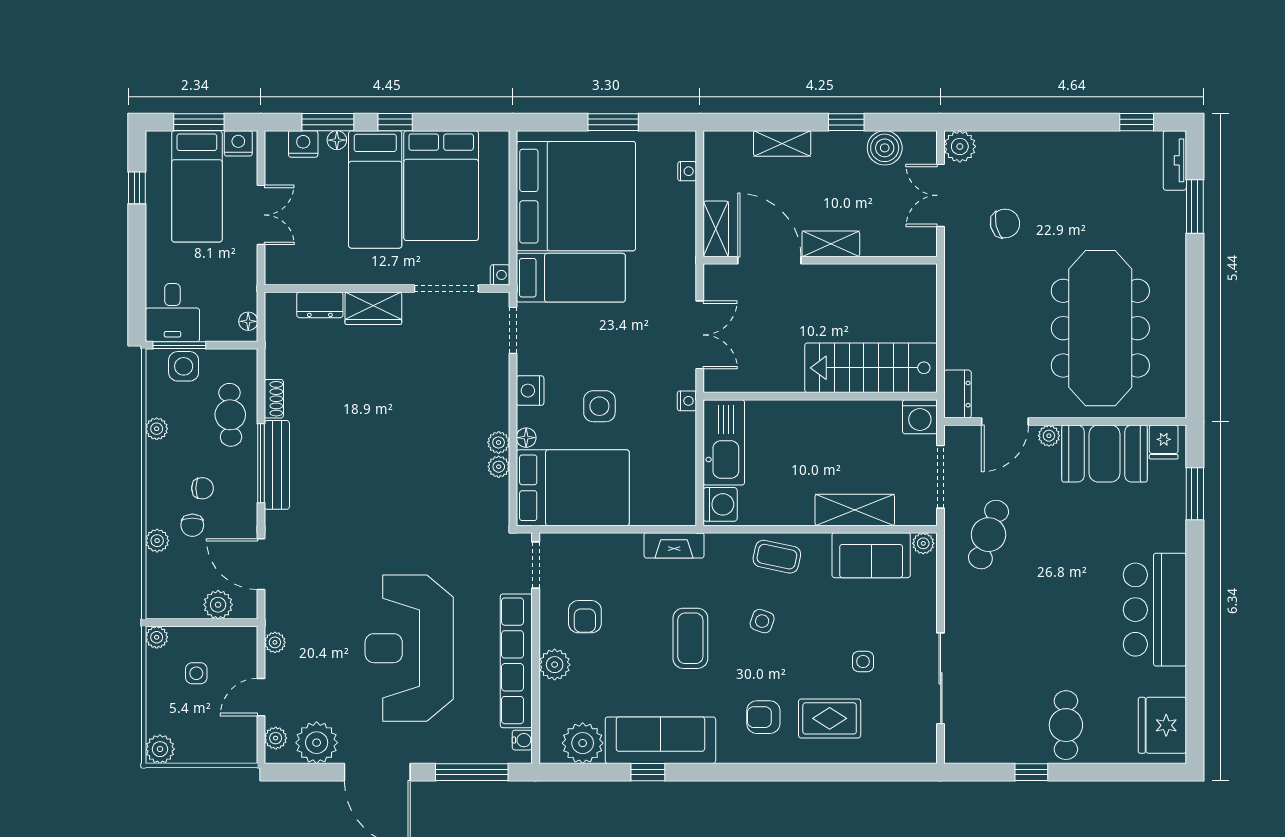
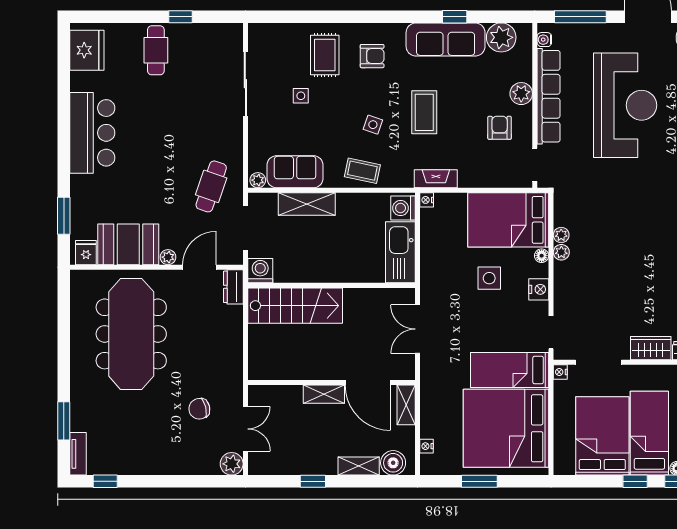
boiler: (885, 148) -> (393, 463), moved
nightstand: (687, 401) -> (427, 200), moved
rug: (830, 718) -> (325, 55), turned 90

